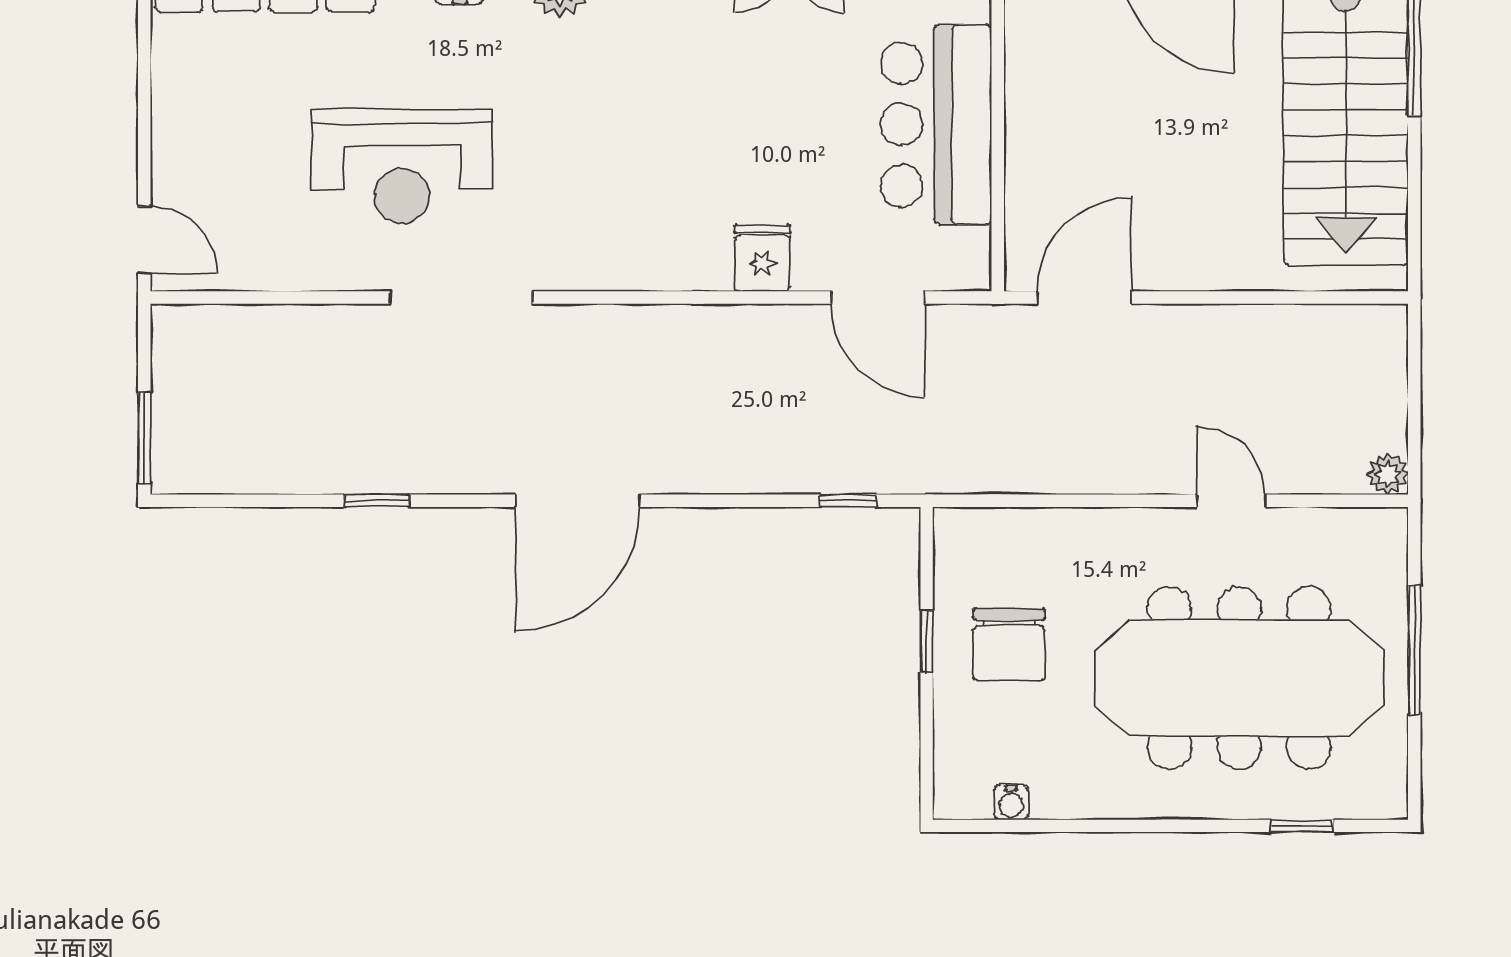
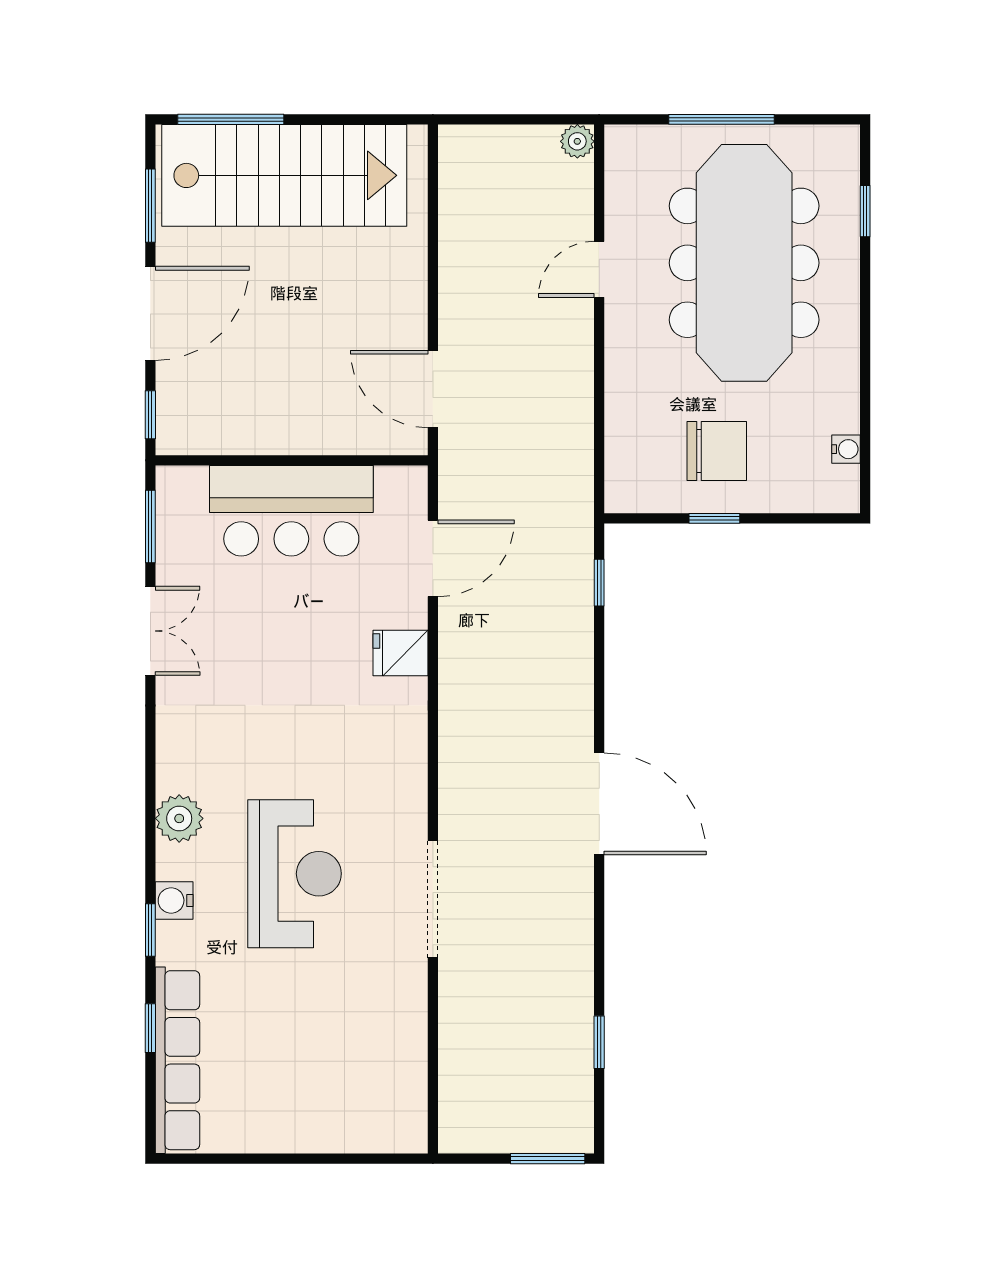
reception desk: (402, 166) -> (295, 874), moved
door: (144, 240) -> (386, 1159), removed
window: (377, 501) -> (599, 1042), moved

